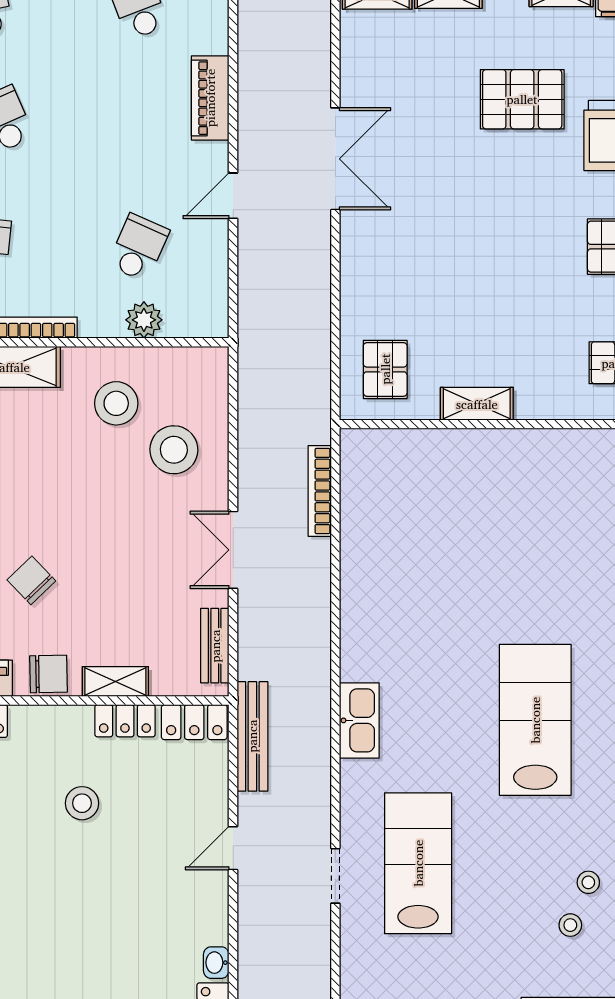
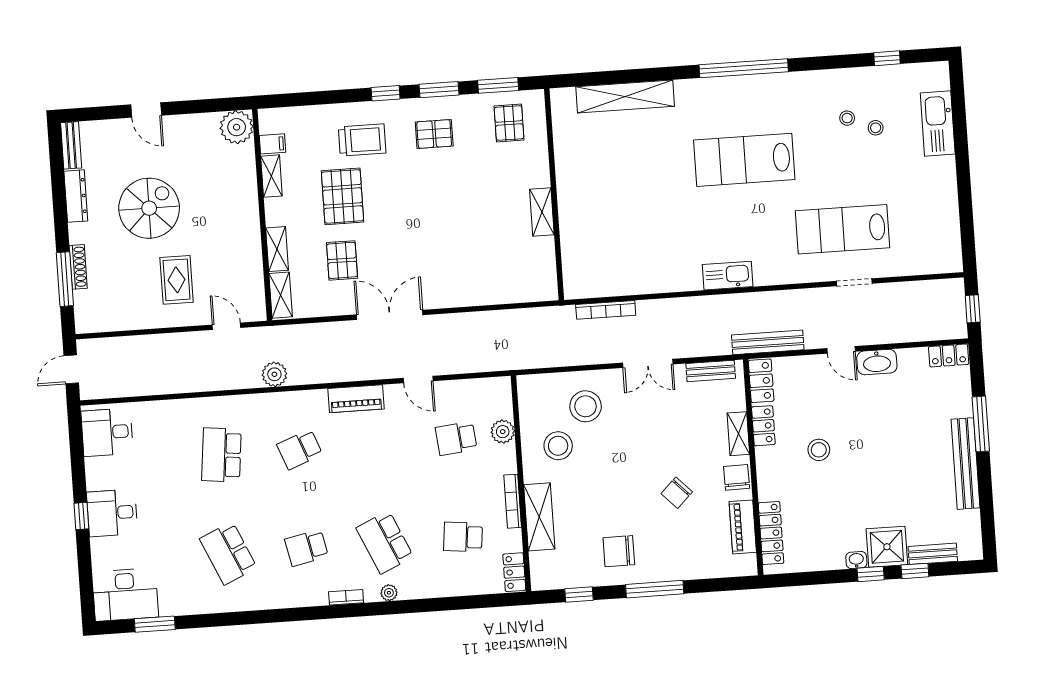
school desk: (138, 248) -> (456, 438), turned -30
pallet: (385, 369) -> (342, 260), moved, turned 90
kitchen sink: (359, 720) -> (728, 276), moved
washbasin: (216, 963) -> (877, 362), moved, width x1.91, depth x1.45

